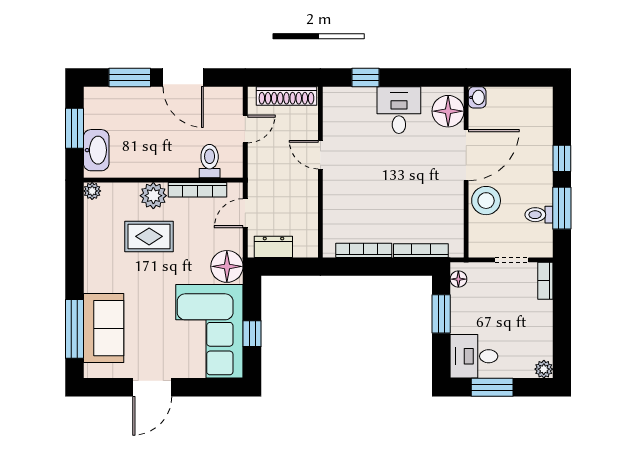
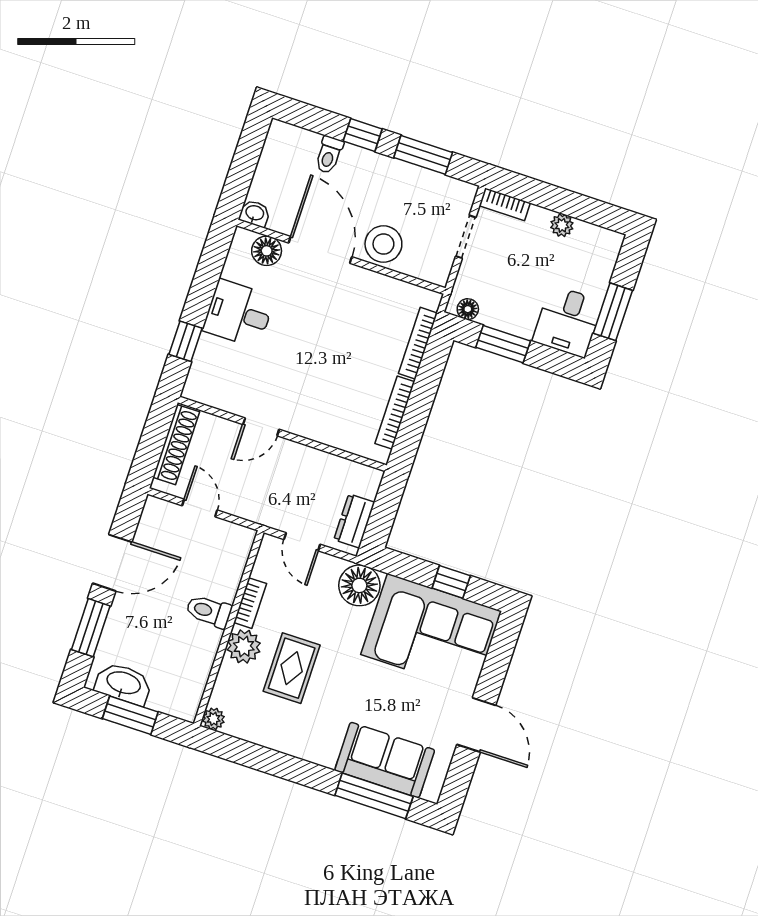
floor lamp: (448, 111) -> (267, 251), width x0.73, depth x0.73
washbasin: (96, 150) -> (123, 684), moved
toilet: (210, 161) -> (209, 611), moved
bookcase: (198, 190) -> (250, 603), width x0.64
toilet: (539, 215) -> (329, 155), moved
plant: (544, 369) -> (562, 225), moved

